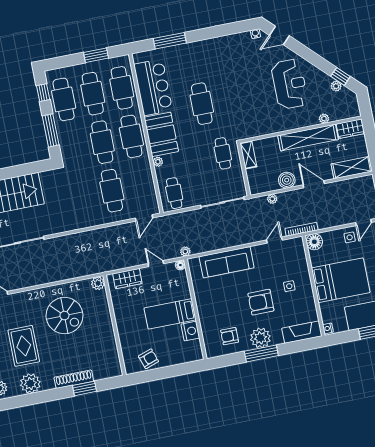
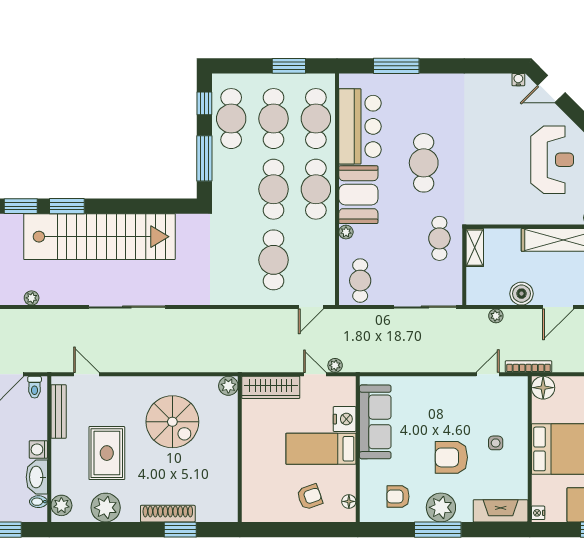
door: (314, 184) -> (558, 307), swing flipped
plant: (185, 251) -> (335, 365), moved
sofa: (227, 262) -> (375, 422), moved, turned -90
floor lamp: (180, 265) -> (349, 501), moved
wardrobe: (127, 279) -> (271, 387), width x1.50
nightstand: (190, 331) -> (345, 419), moved
armchair: (149, 359) -> (310, 497), moved

